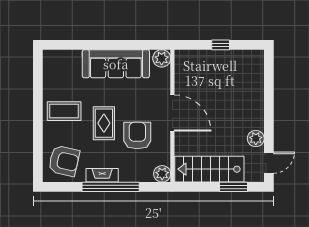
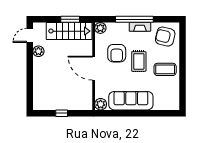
window: (233, 187) -> (70, 19), moved

